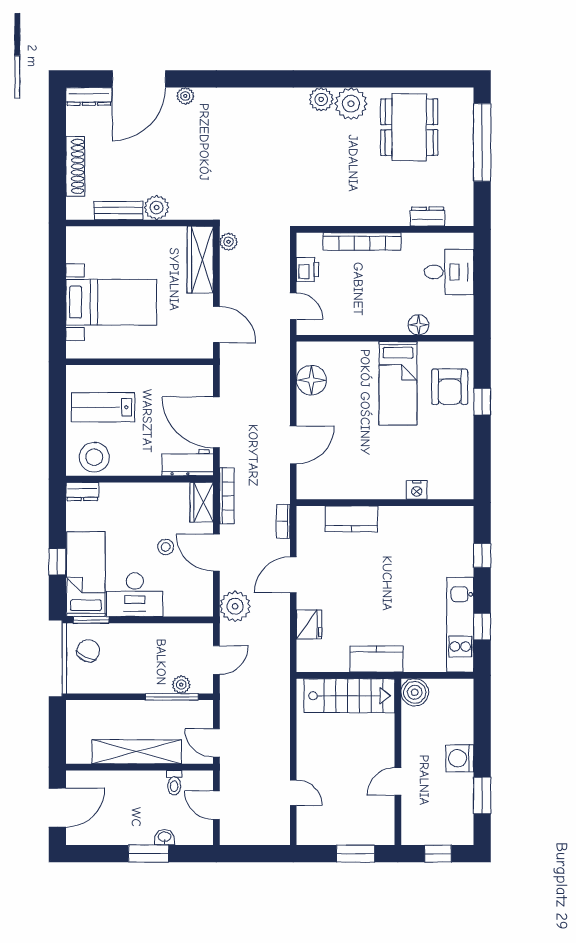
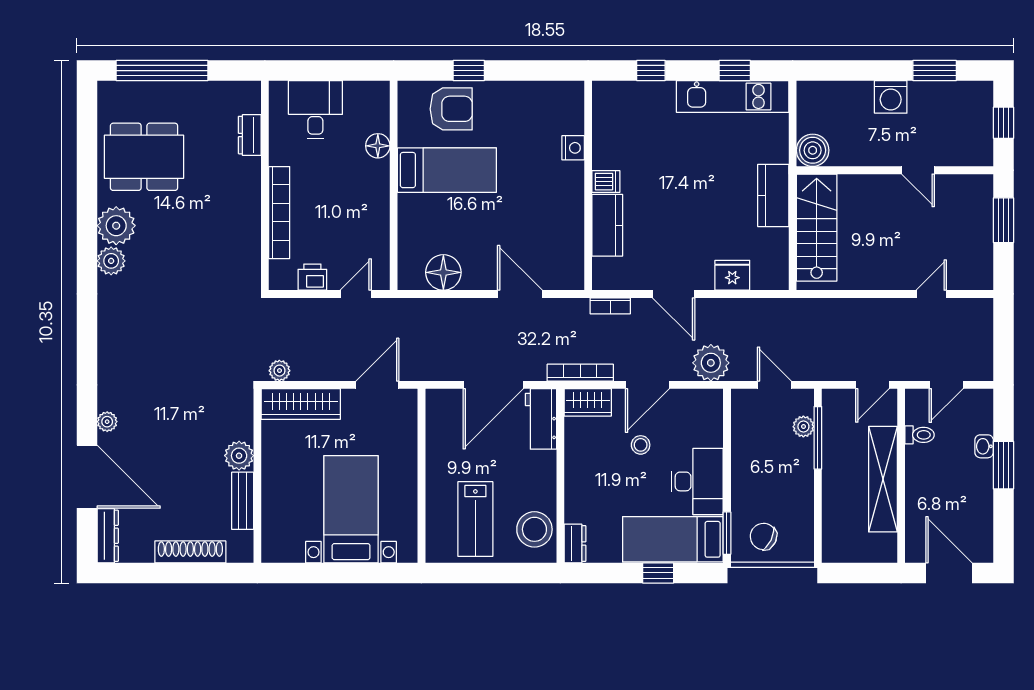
dishwasher: (388, 518) -> (606, 182), added

